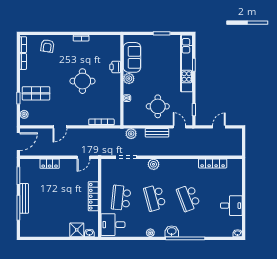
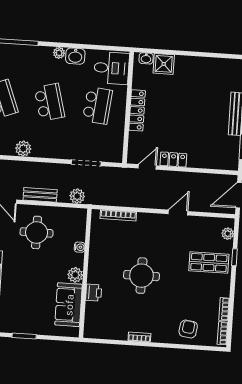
locker: (50, 164) -> (173, 160), moved
plant: (154, 164) -> (23, 149), moved
washbasin: (172, 231) -> (75, 56), moved

